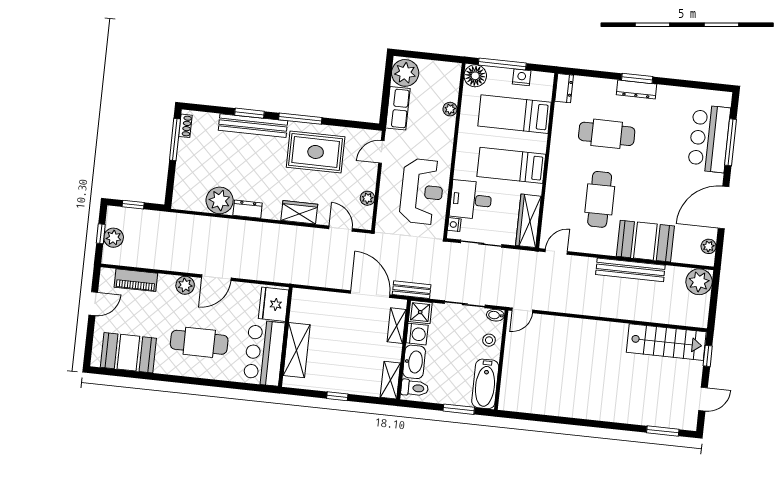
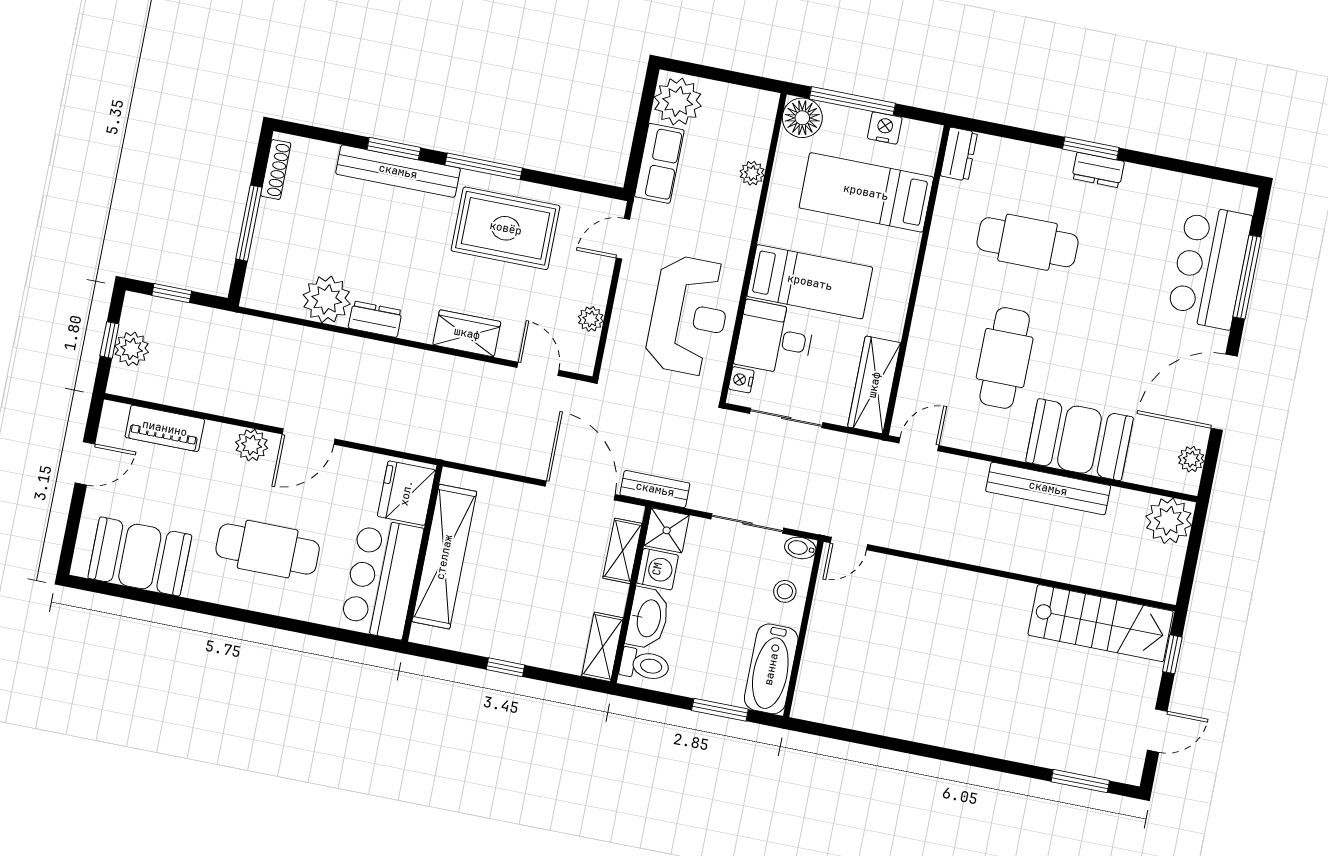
dresser: (636, 89) -> (1098, 170), width x0.70
shoe rack: (185, 126) -> (276, 170), width x1.43
window: (175, 140) -> (249, 223), moved
bed: (511, 165) -> (810, 282), moved, turned 180
shelving: (297, 350) -> (444, 557), width x1.47

